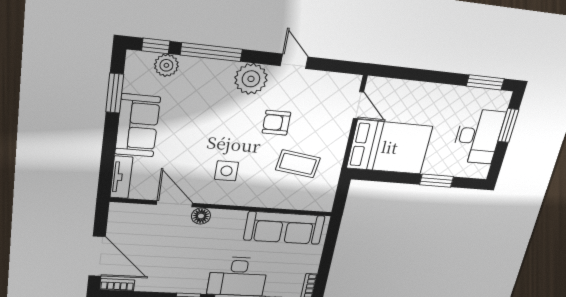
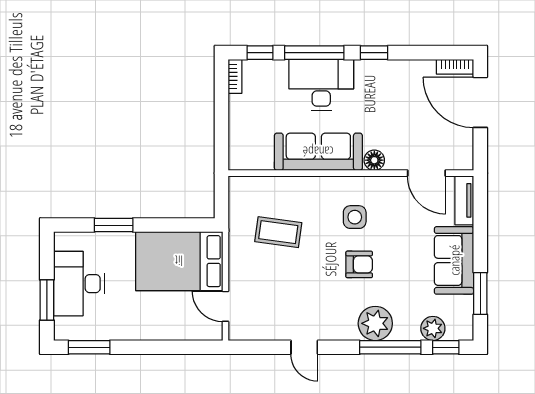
plant: (251, 79) -> (375, 323), moved
armchair: (276, 123) -> (359, 264), moved
door: (174, 204) -> (427, 173), moved
sofa: (284, 228) -> (318, 152), moved

